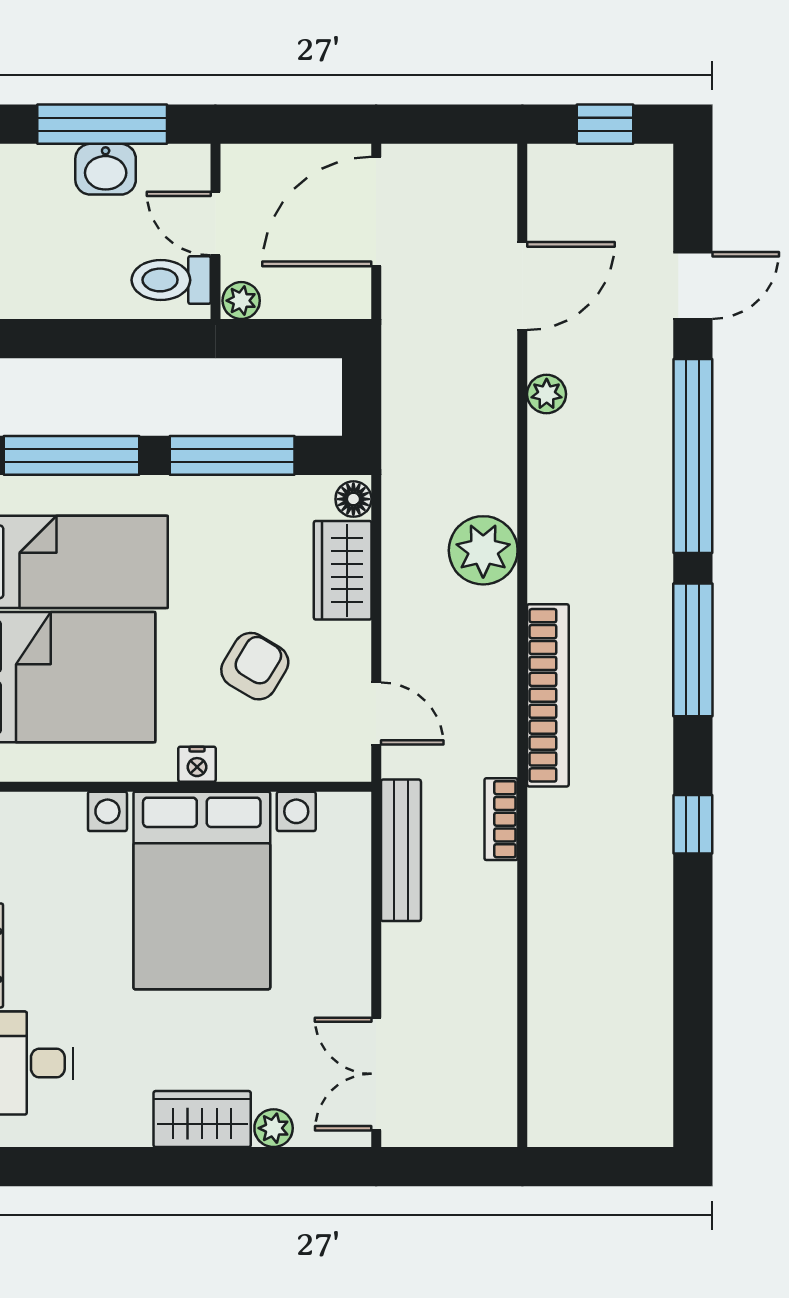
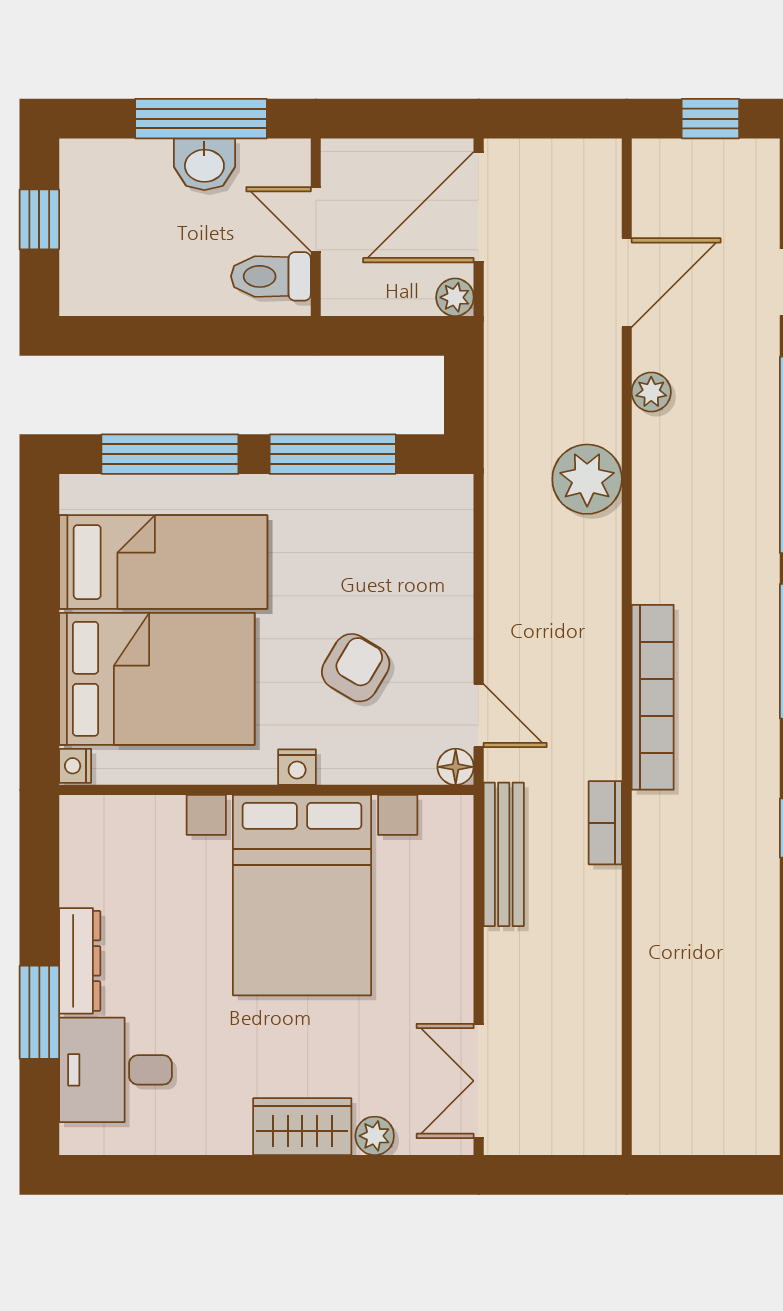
plant: (241, 301) -> (455, 297), moved
floor lamp: (353, 499) -> (456, 767), moved
plant: (483, 550) -> (587, 479), moved
wardrobe: (343, 570) -> (445, 571), removed

